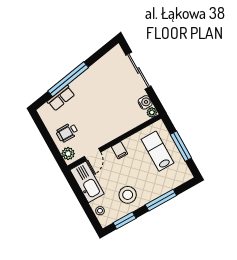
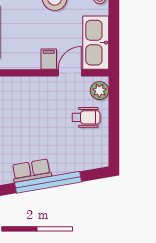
row of seats: (61, 98) -> (31, 171), moved
filing cabinet: (119, 150) -> (49, 59), moved

